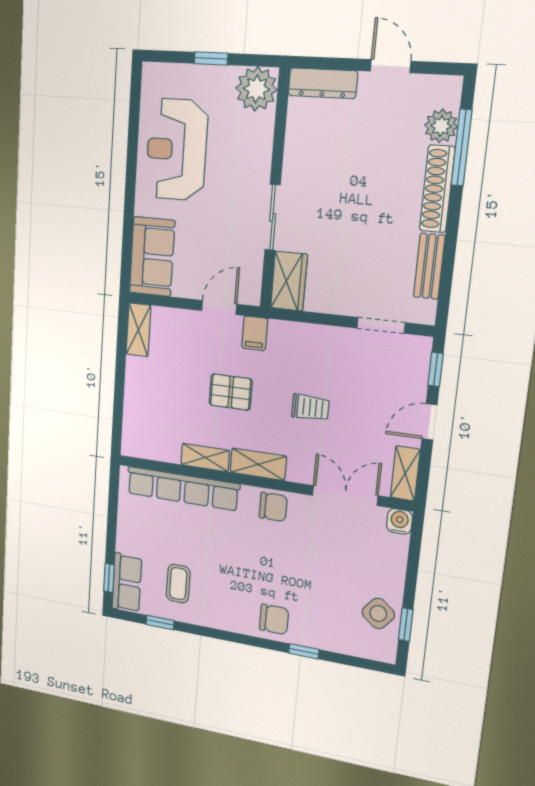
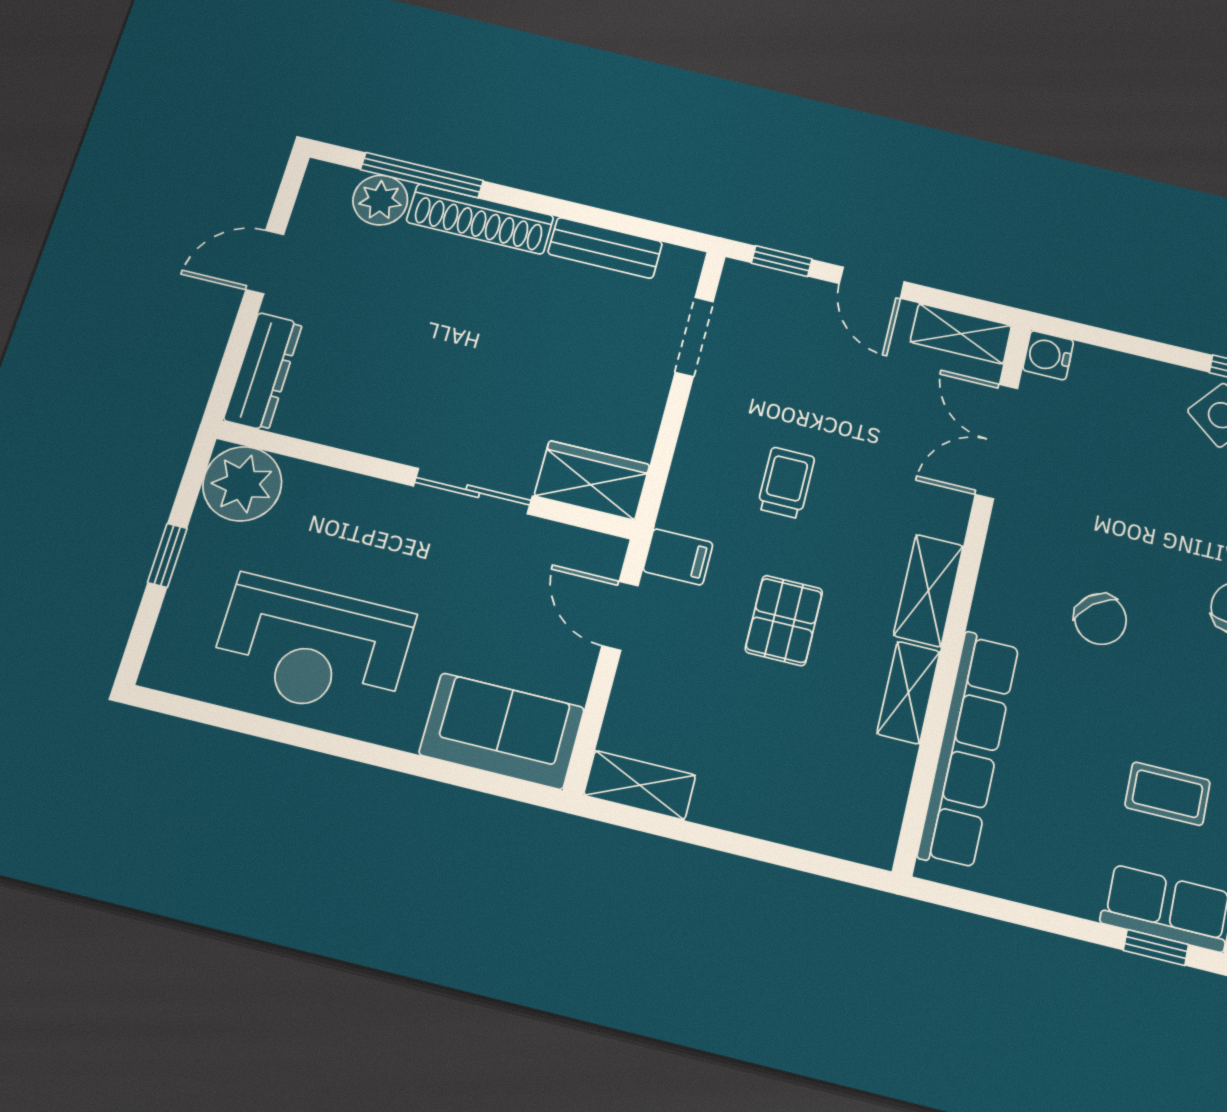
trolley: (310, 407) -> (786, 483), moved
chair: (273, 507) -> (1100, 619), moved, turned 141

